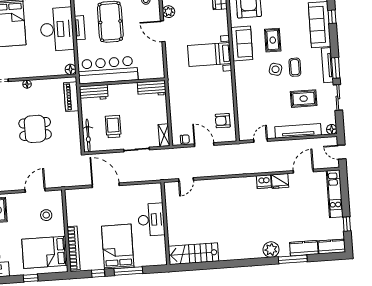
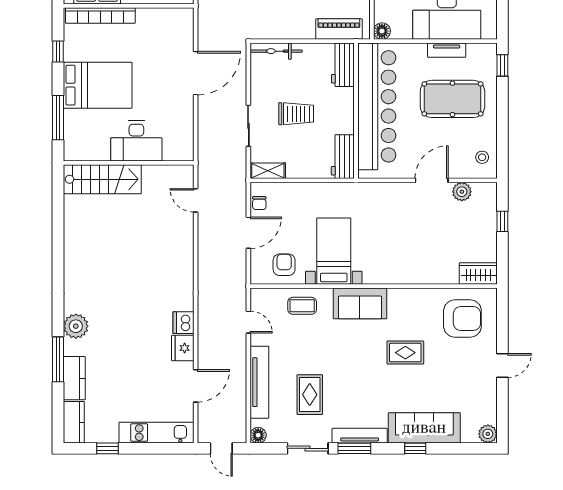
window: (332, 17) -> (415, 448), moved
sofa: (242, 44) -> (360, 303), moved
bed with nightstands: (209, 54) -> (334, 251), moved
coffee table: (295, 67) -> (302, 306), moved
side table: (275, 69) -> (359, 354), removed
bar counter: (108, 70) -> (377, 106), width x1.36
trolley: (113, 127) -> (296, 114), moved
door: (342, 152) -> (221, 448), swing flipped
door: (303, 171) -> (196, 386), hinge flipped
stairs: (193, 254) -> (102, 179), moved, turned 90
window: (128, 271) -> (58, 118), moved

